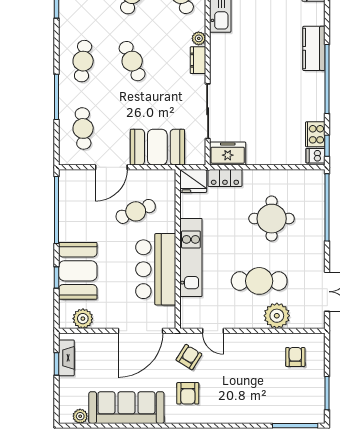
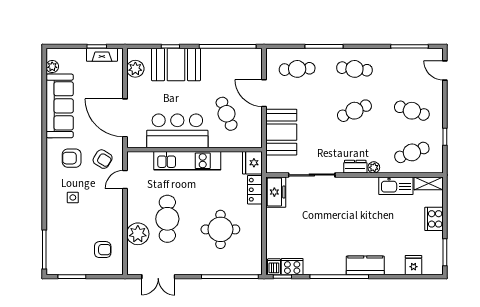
side table: (234, 392) -> (73, 197), added

